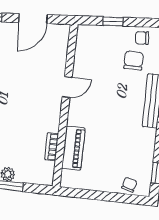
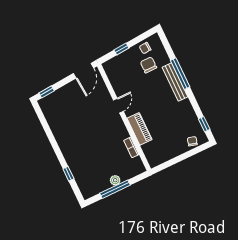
door: (33, 19) -> (84, 71), moved
piano: (73, 148) -> (140, 129), moved

